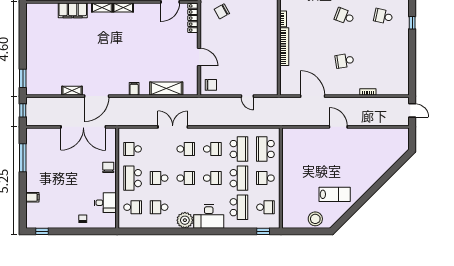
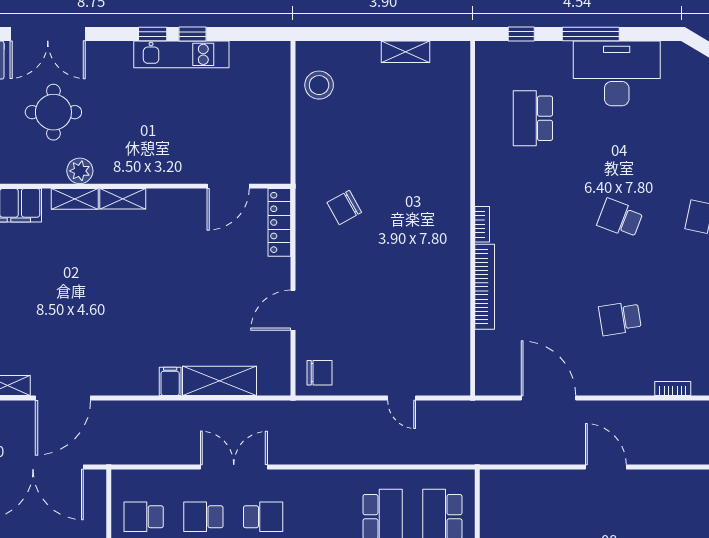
door: (199, 57) -> (293, 310), swing flipped
filing cabinet: (134, 89) -> (170, 381), moved
school desk: (212, 149) -> (203, 517), moved, turned 180

